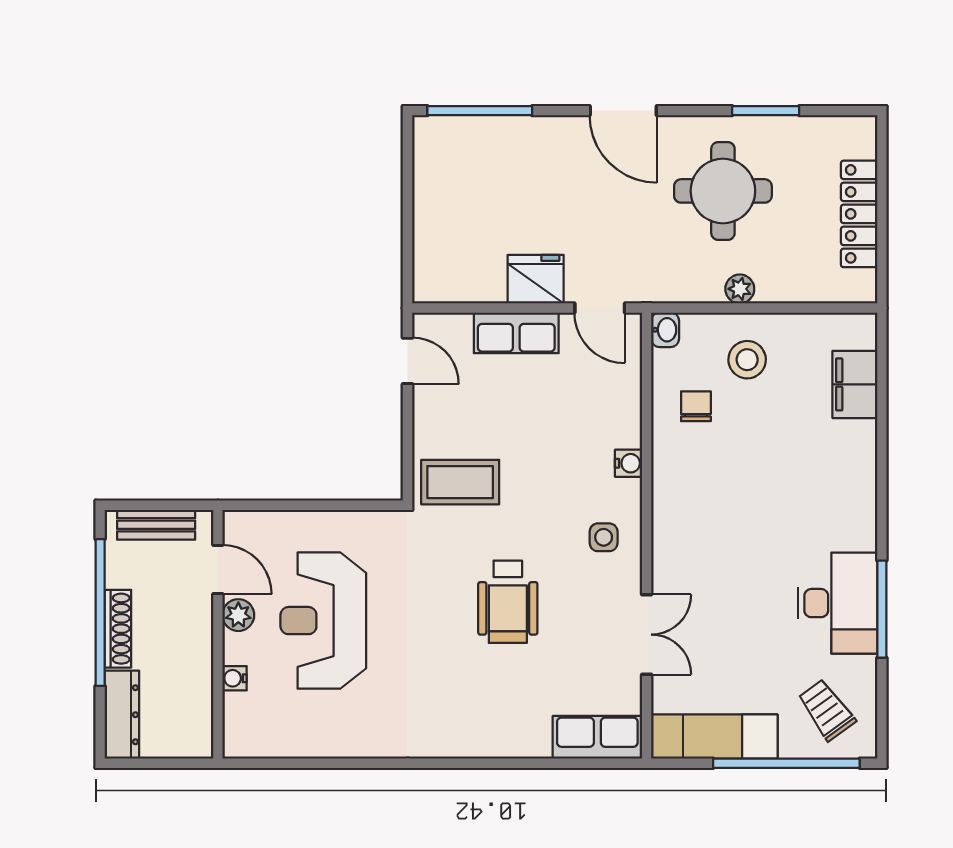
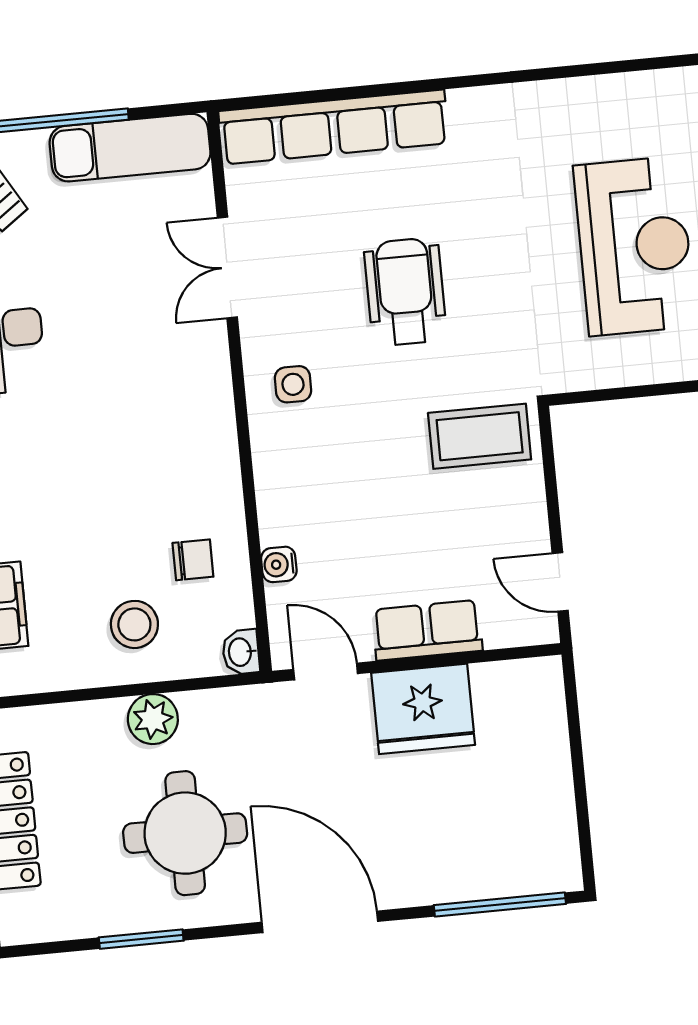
door: (623, 111) -> (320, 922), width x1.36
fridge: (536, 279) -> (423, 709), width x1.36, depth x1.34
plant: (740, 289) -> (153, 719), width x1.38, depth x1.38
chair: (696, 406) -> (193, 560), turned -90
water cooler: (628, 463) -> (279, 564), moved
row of seats: (597, 737) -> (334, 127), width x2.02

